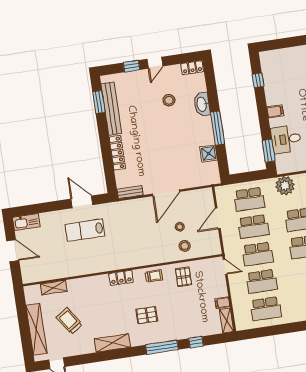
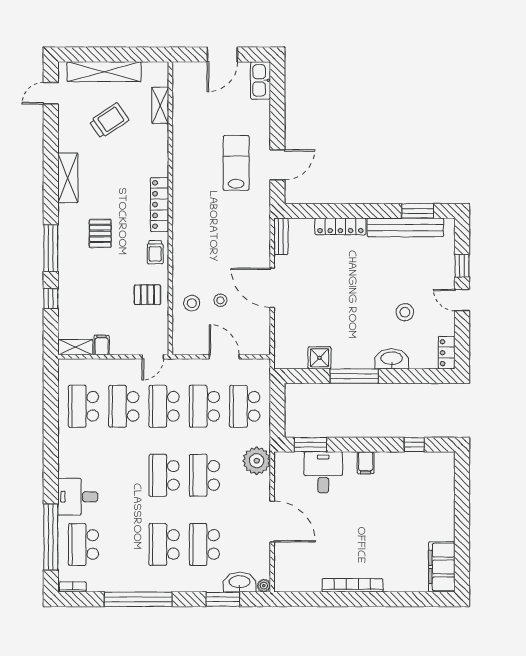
locker: (121, 278) -> (160, 205), width x1.53

